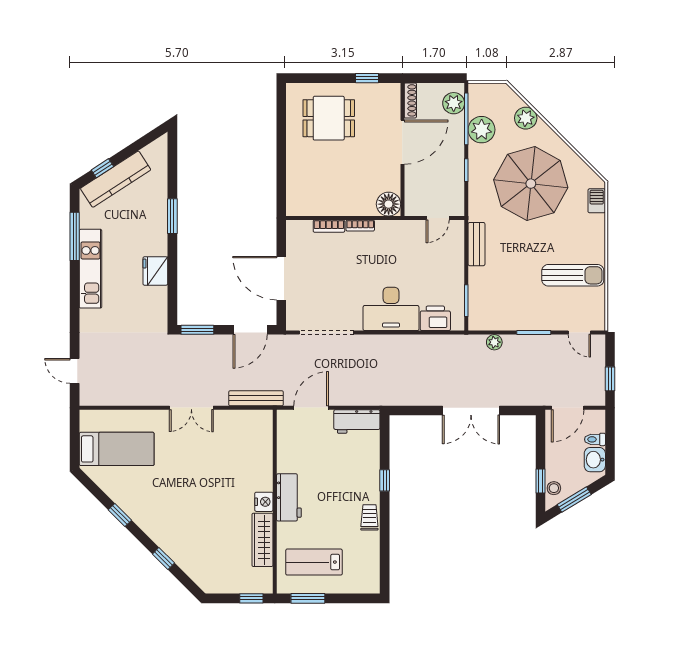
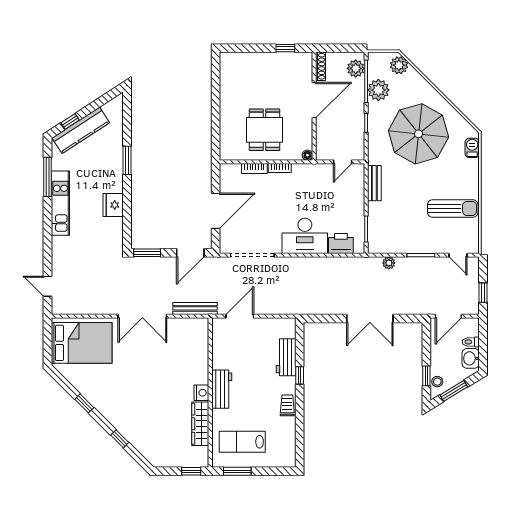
dining table: (329, 118) -> (265, 130), moved, turned 90
plant: (526, 118) -> (399, 65), moved
floor lamp: (389, 204) -> (307, 155), width x0.53, depth x0.53
door: (281, 278) -> (216, 211), swing flipped
double door: (191, 408) -> (142, 316), width x1.37
workbench: (357, 421) -> (286, 357), moved, turned 90
bed: (117, 449) -> (82, 343), width x1.50

